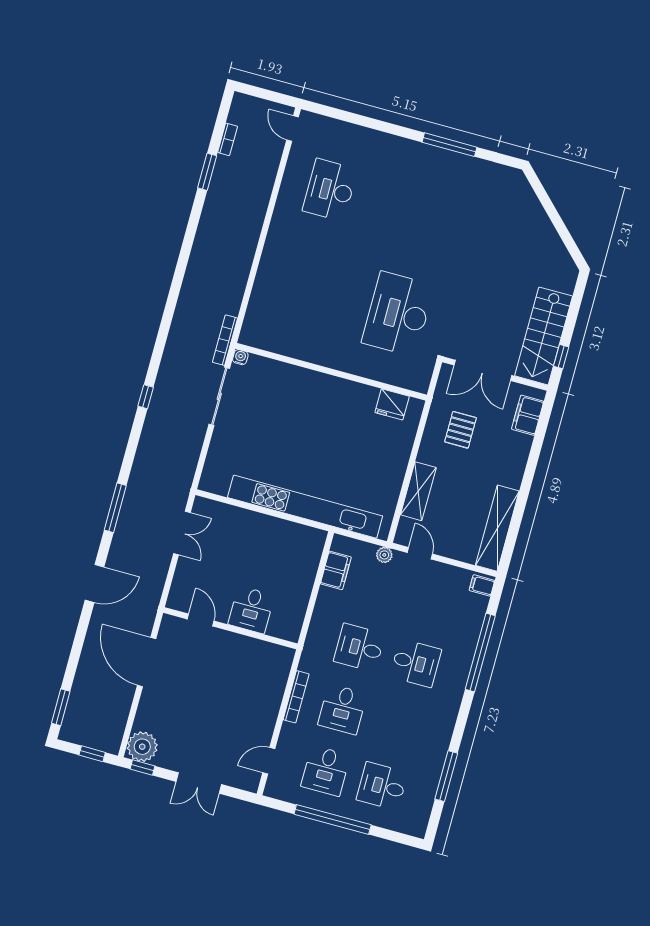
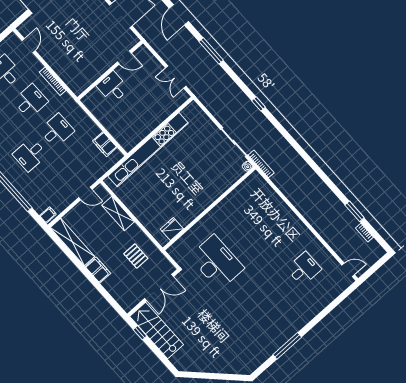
desk: (330, 190) -> (304, 269), width x0.73
double door: (483, 370) -> (159, 288), swing flipped
filing cabinet: (528, 415) -> (98, 270), moved
plant: (384, 555) -> (96, 175), removed
desk: (342, 709) -> (31, 101), turned 90

